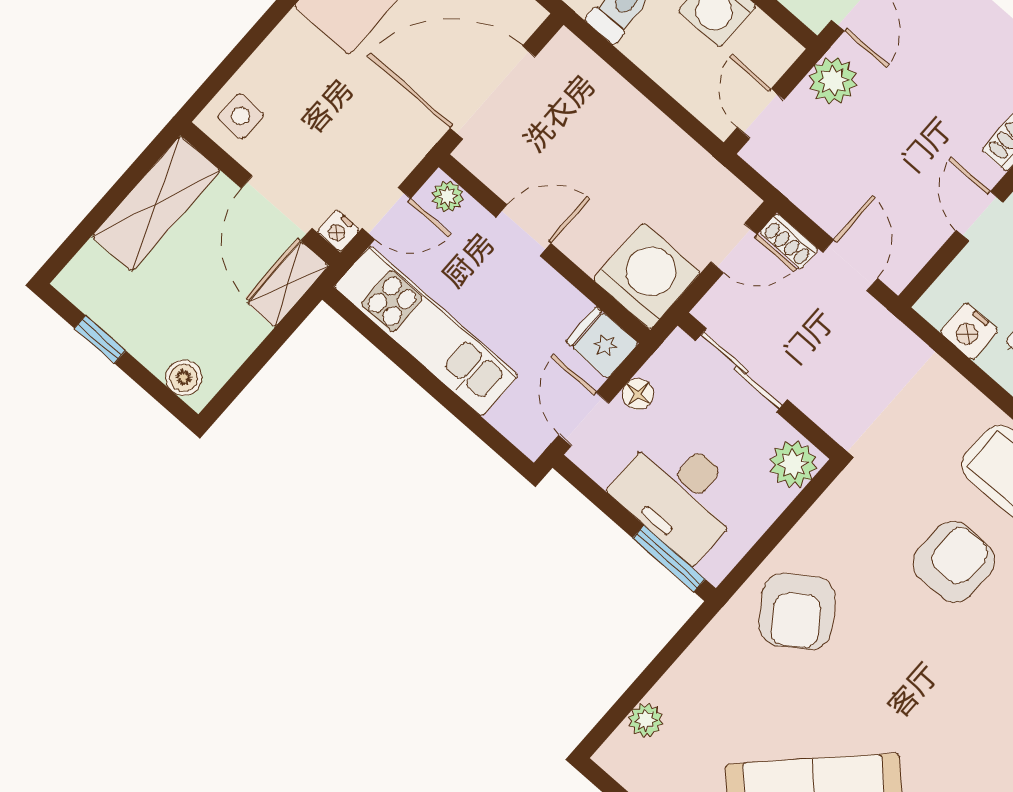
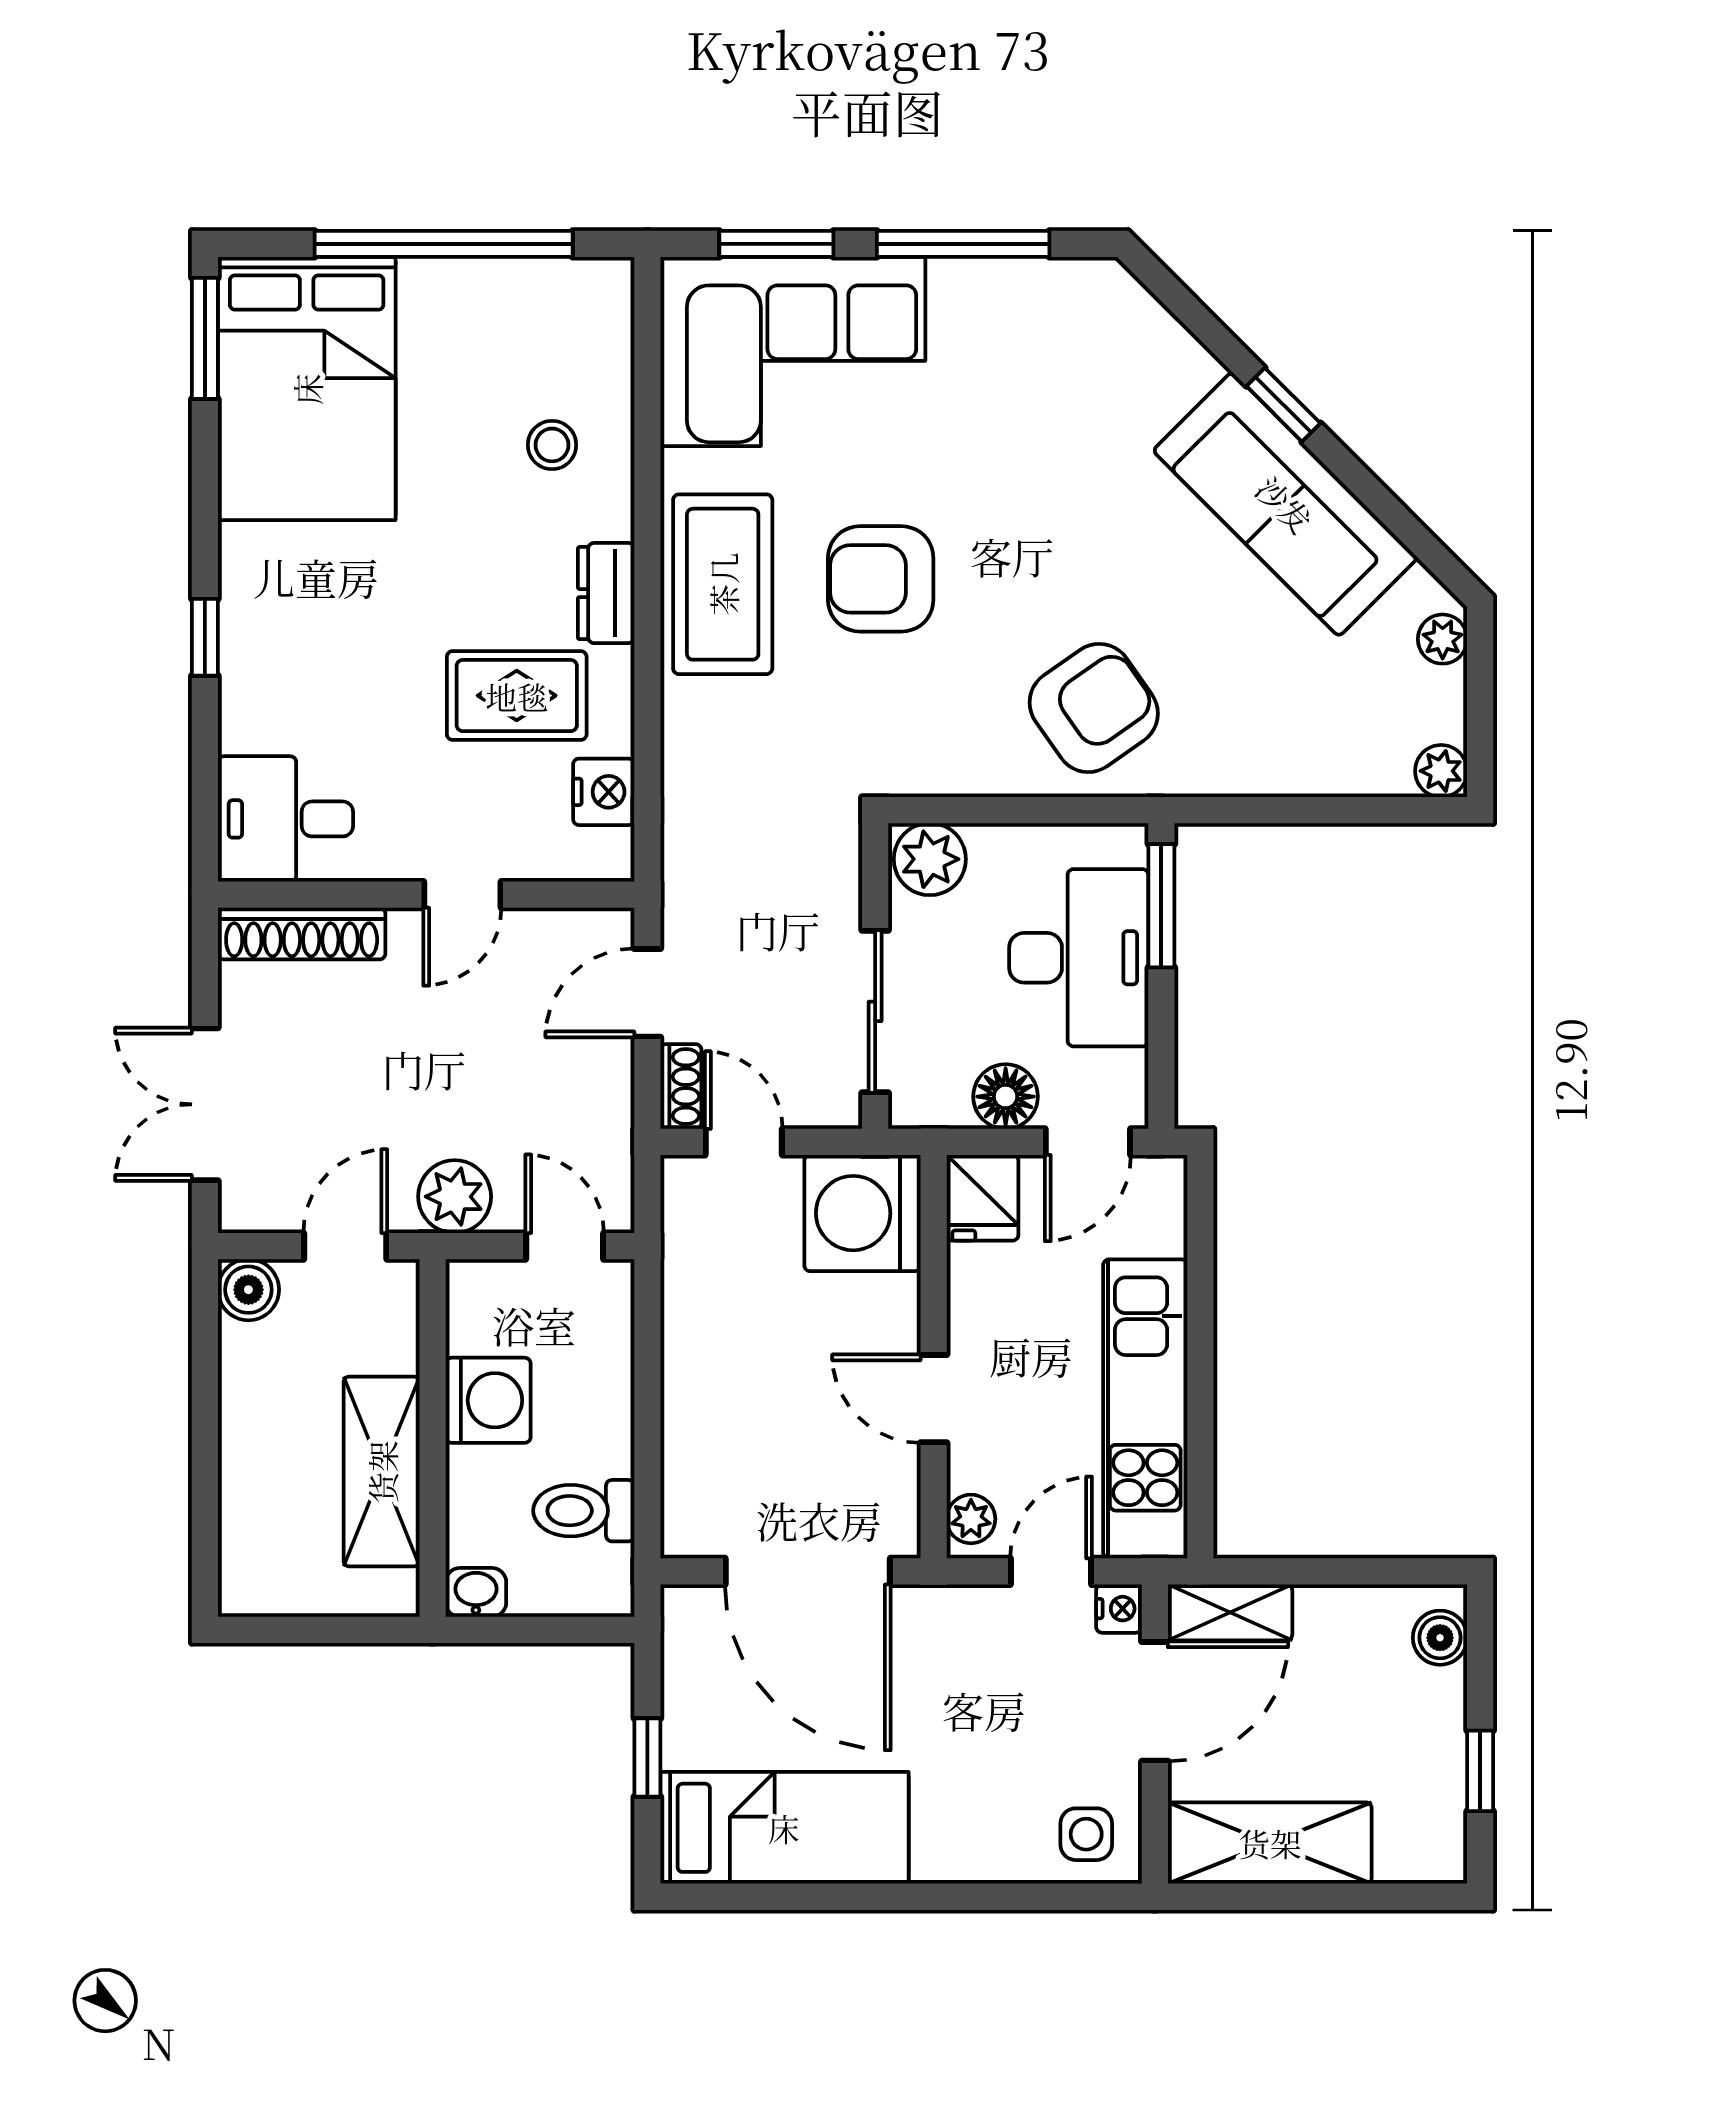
door: (760, 114) -> (565, 1246), swing flipped
door: (386, 213) -> (1051, 1571), hinge flipped
floor lamp: (638, 394) -> (1006, 1097), width x1.37, depth x1.37
plant: (646, 720) -> (1441, 771), moved

